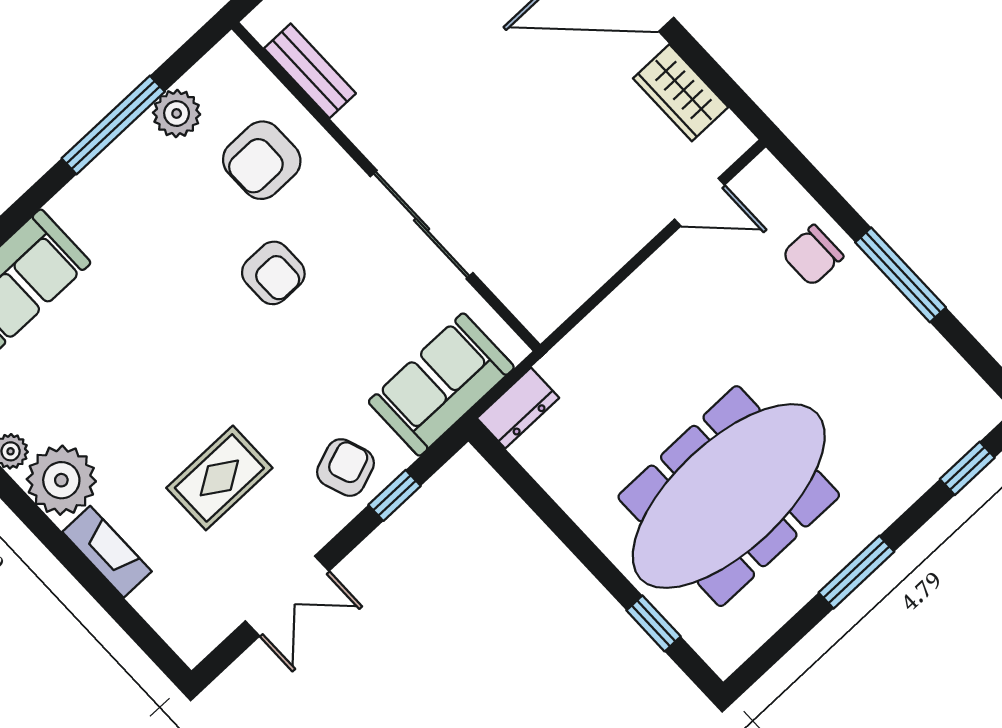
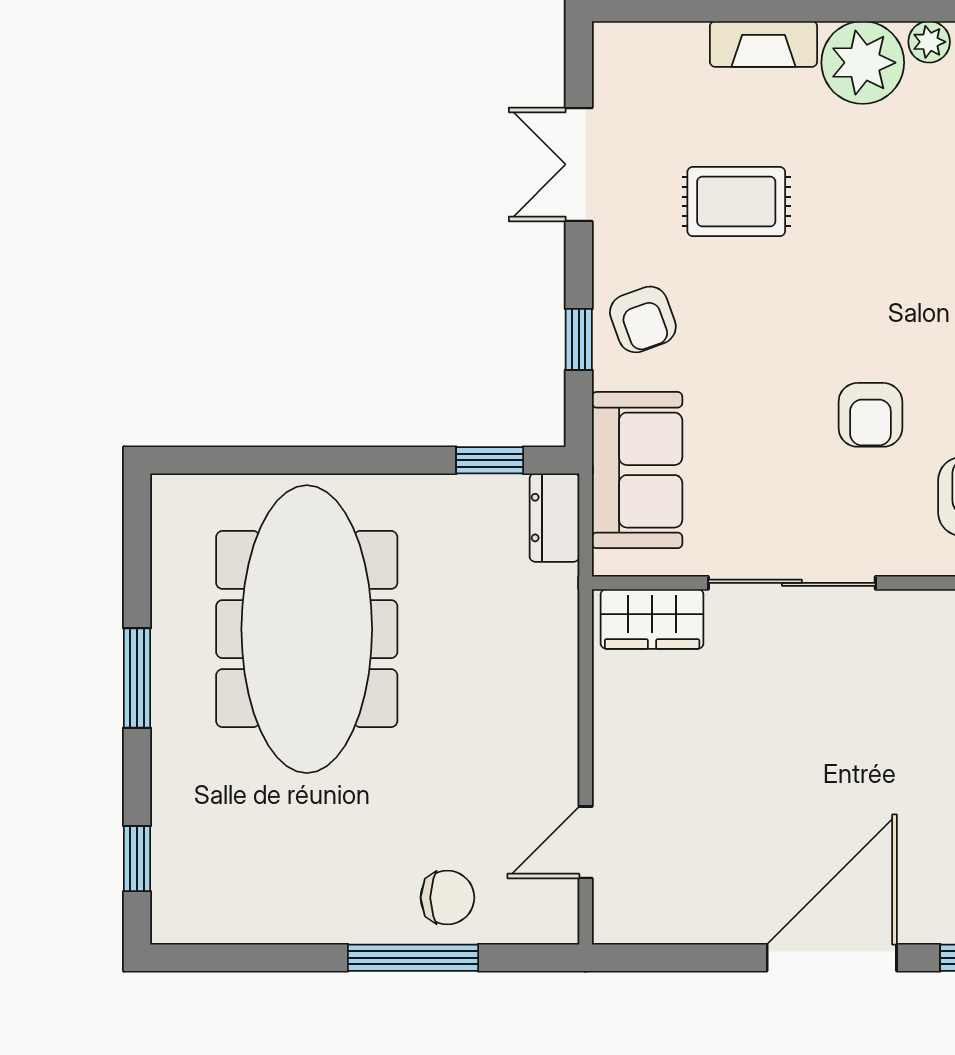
wardrobe: (681, 93) -> (652, 619), moved, turned 180
chair: (813, 255) -> (447, 898), turned 90
armchair: (273, 273) -> (870, 415), turned -90
window: (901, 275) -> (413, 958), moved
rug: (219, 478) -> (736, 202), turned 90
window: (654, 623) -> (490, 460), moved

